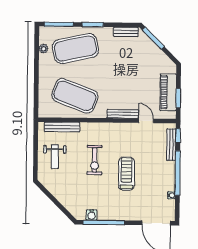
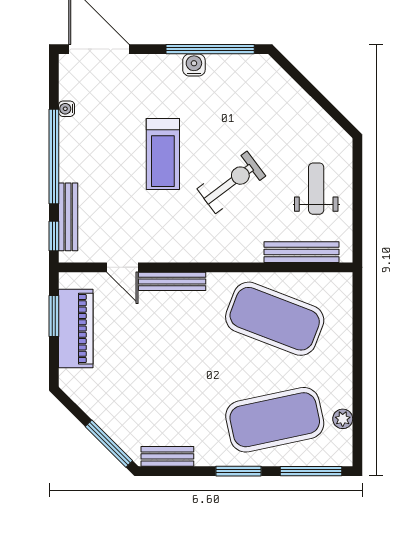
exercise bike: (95, 160) -> (231, 182), turned 53
water cooler: (92, 215) -> (194, 65), moved

